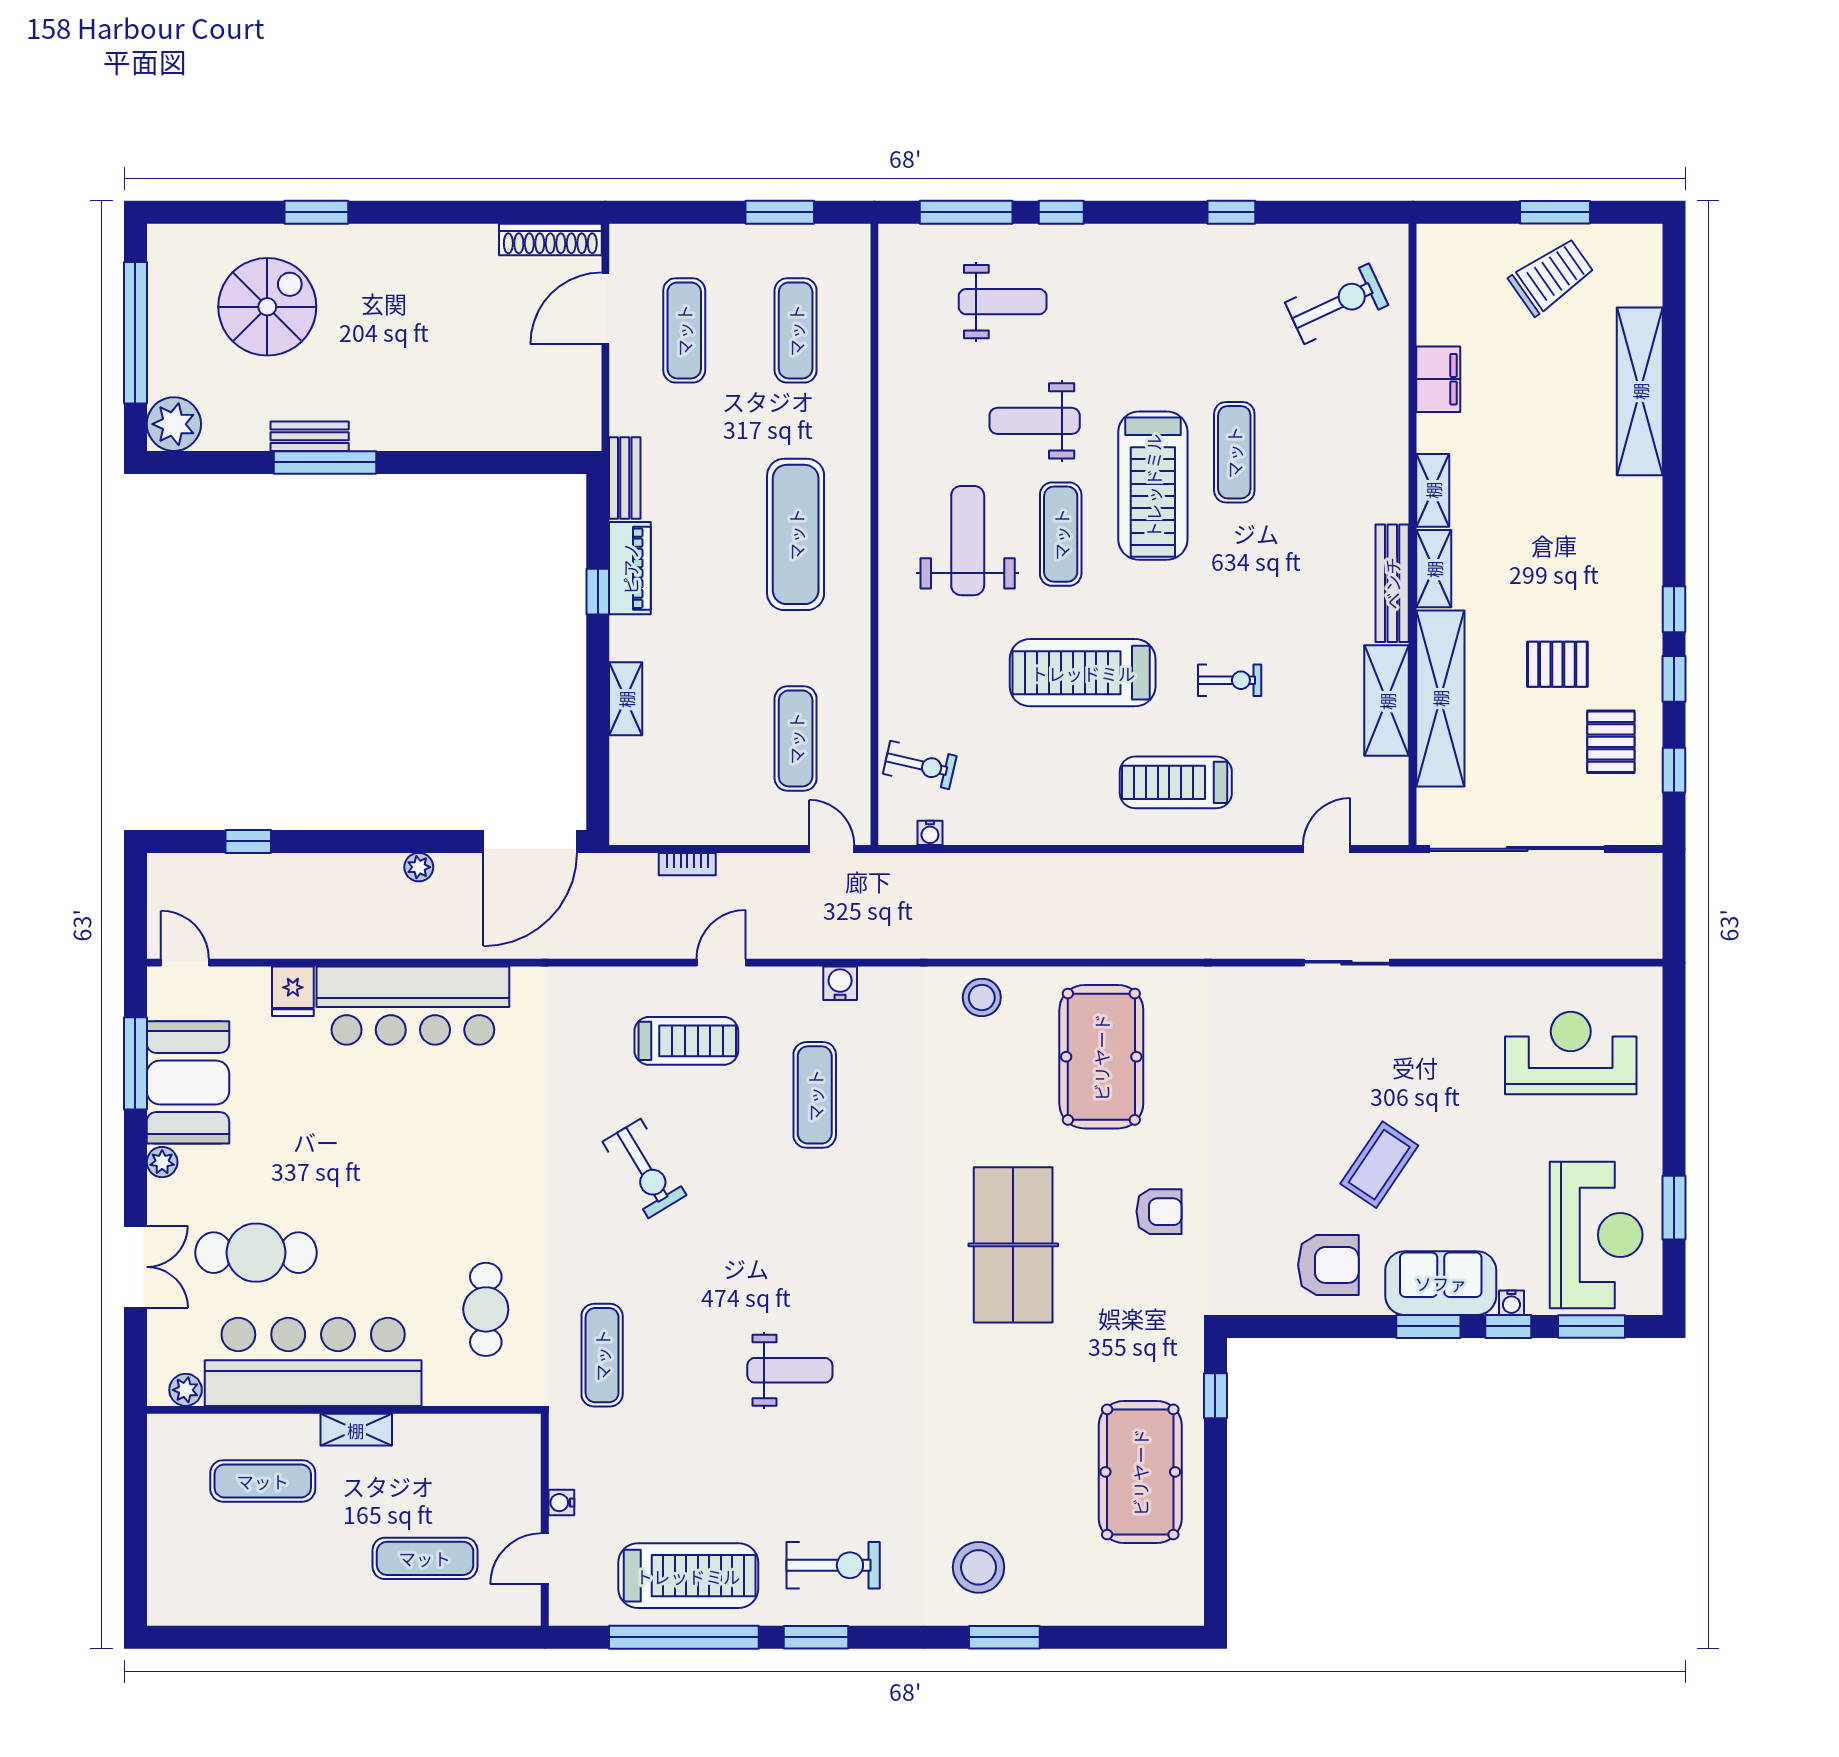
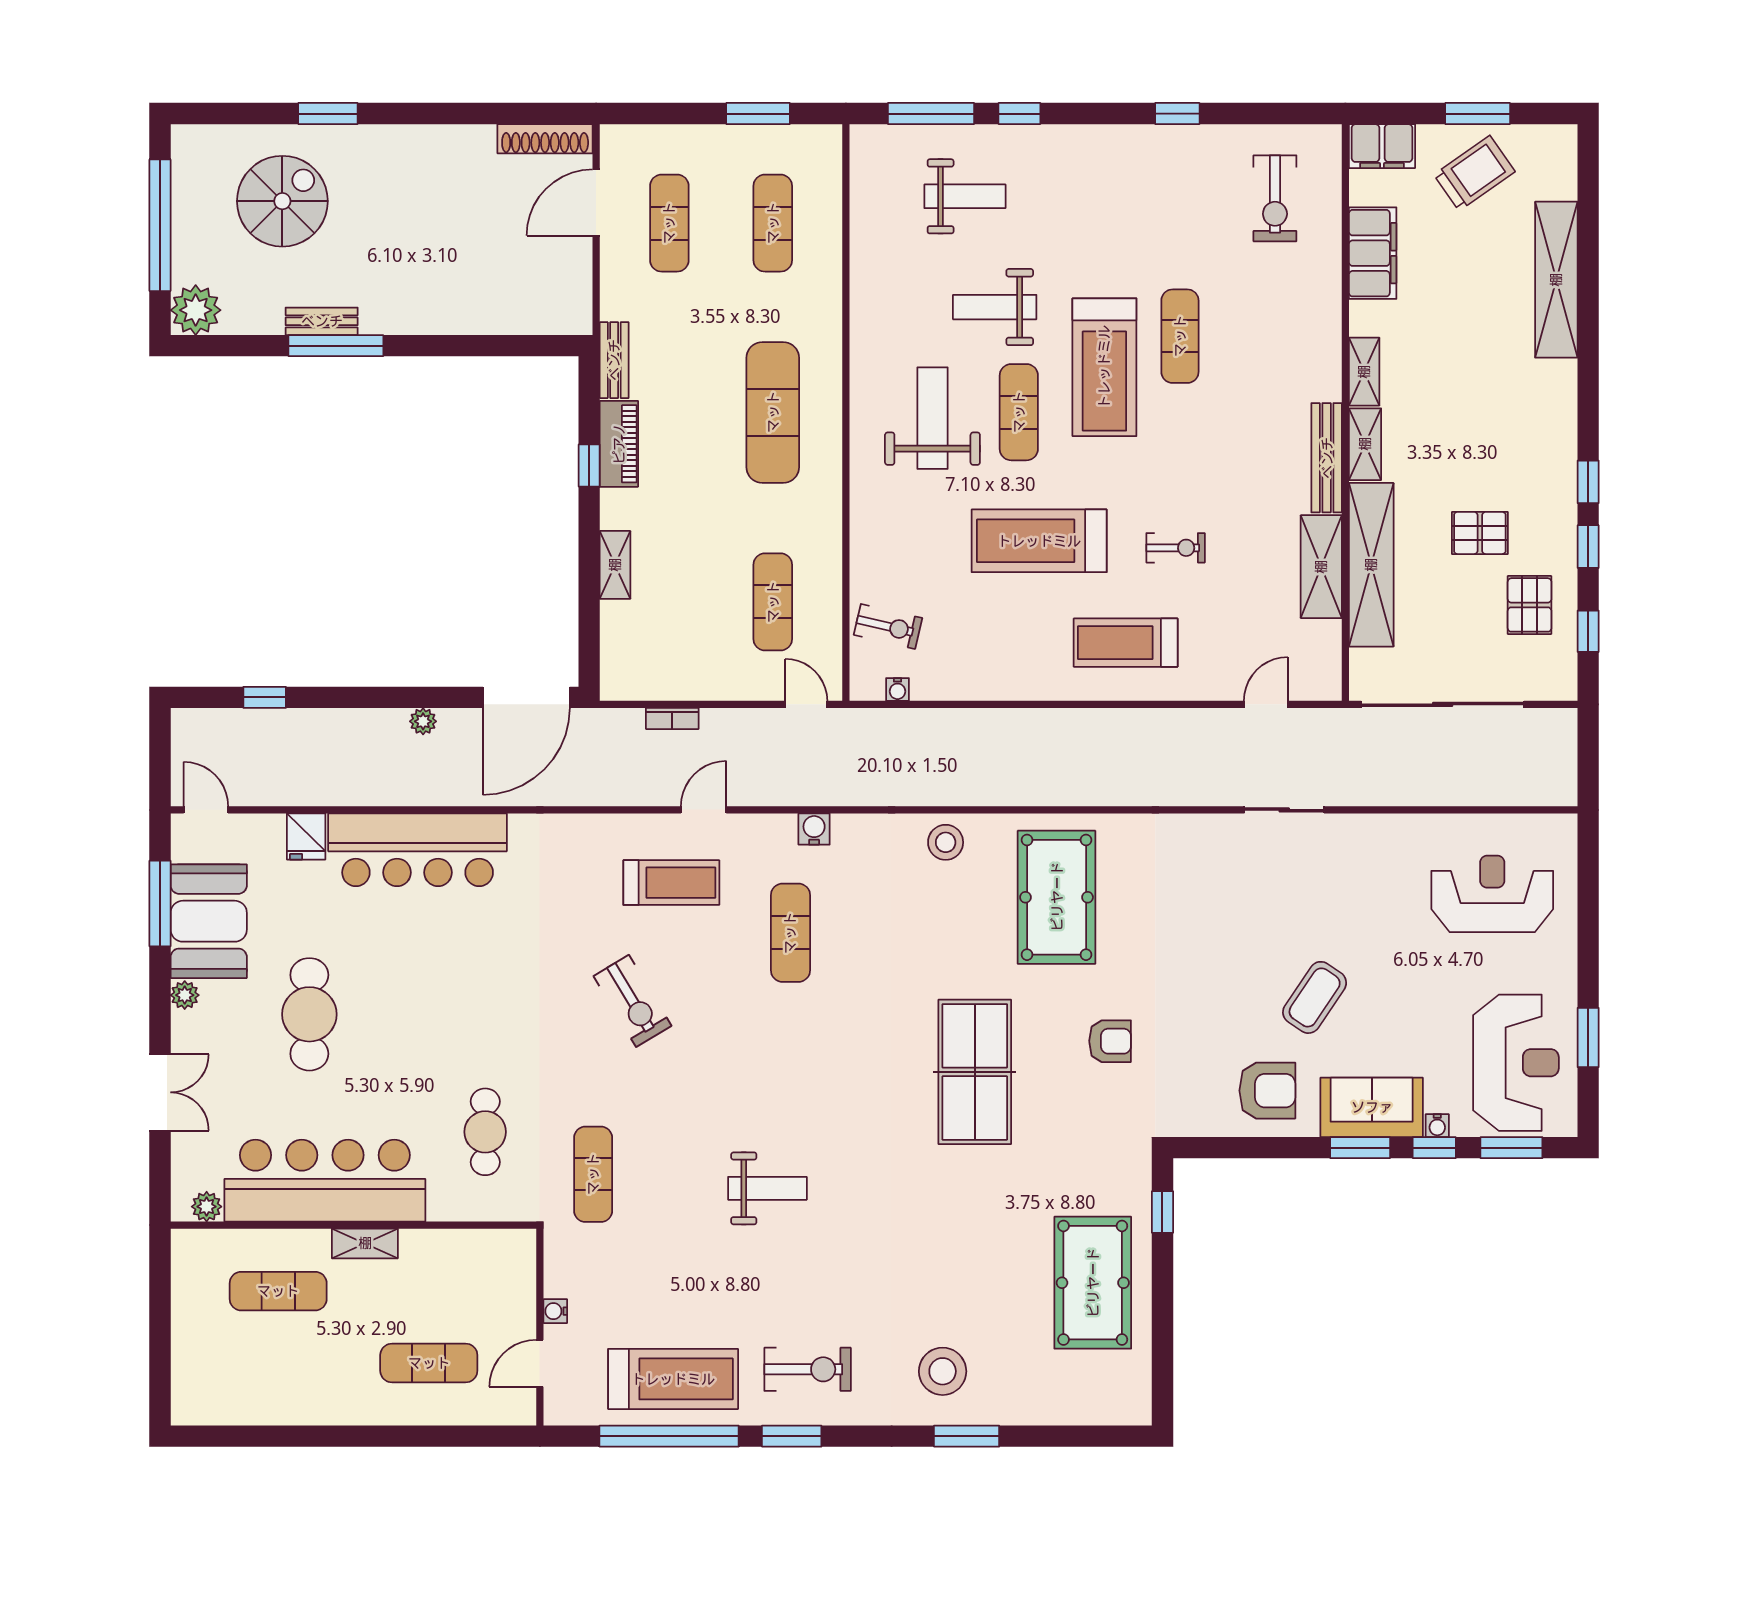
filing cabinet: (1452, 247) -> (1382, 146), added
exercise bike: (1337, 304) -> (1275, 198), turned 115
filing cabinet: (1438, 379) -> (1373, 253), width x1.50, depth x1.17
cafe table: (256, 1253) -> (309, 1014), moved, turned 90

